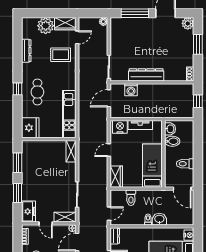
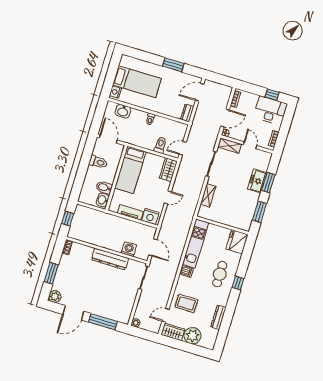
dishwasher: (70, 85) -> (186, 271), added
door: (109, 98) -> (153, 247), hinge flipped
shelving: (71, 151) -> (208, 195), moved
freezer: (29, 211) -> (257, 181), moved
door: (109, 214) -> (183, 148), moved
washbasin: (159, 219) -> (123, 111), moved

